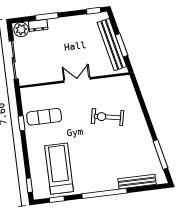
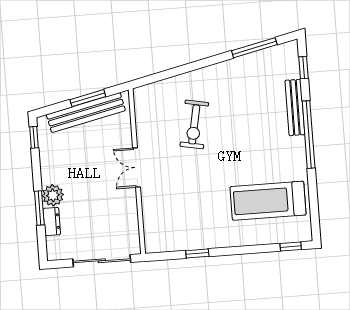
plant: (21, 29) -> (53, 195), moved
exercise mat: (44, 117) -> (189, 219), removed
bench: (137, 182) -> (295, 107), moved
window: (57, 199) -> (304, 68), moved

